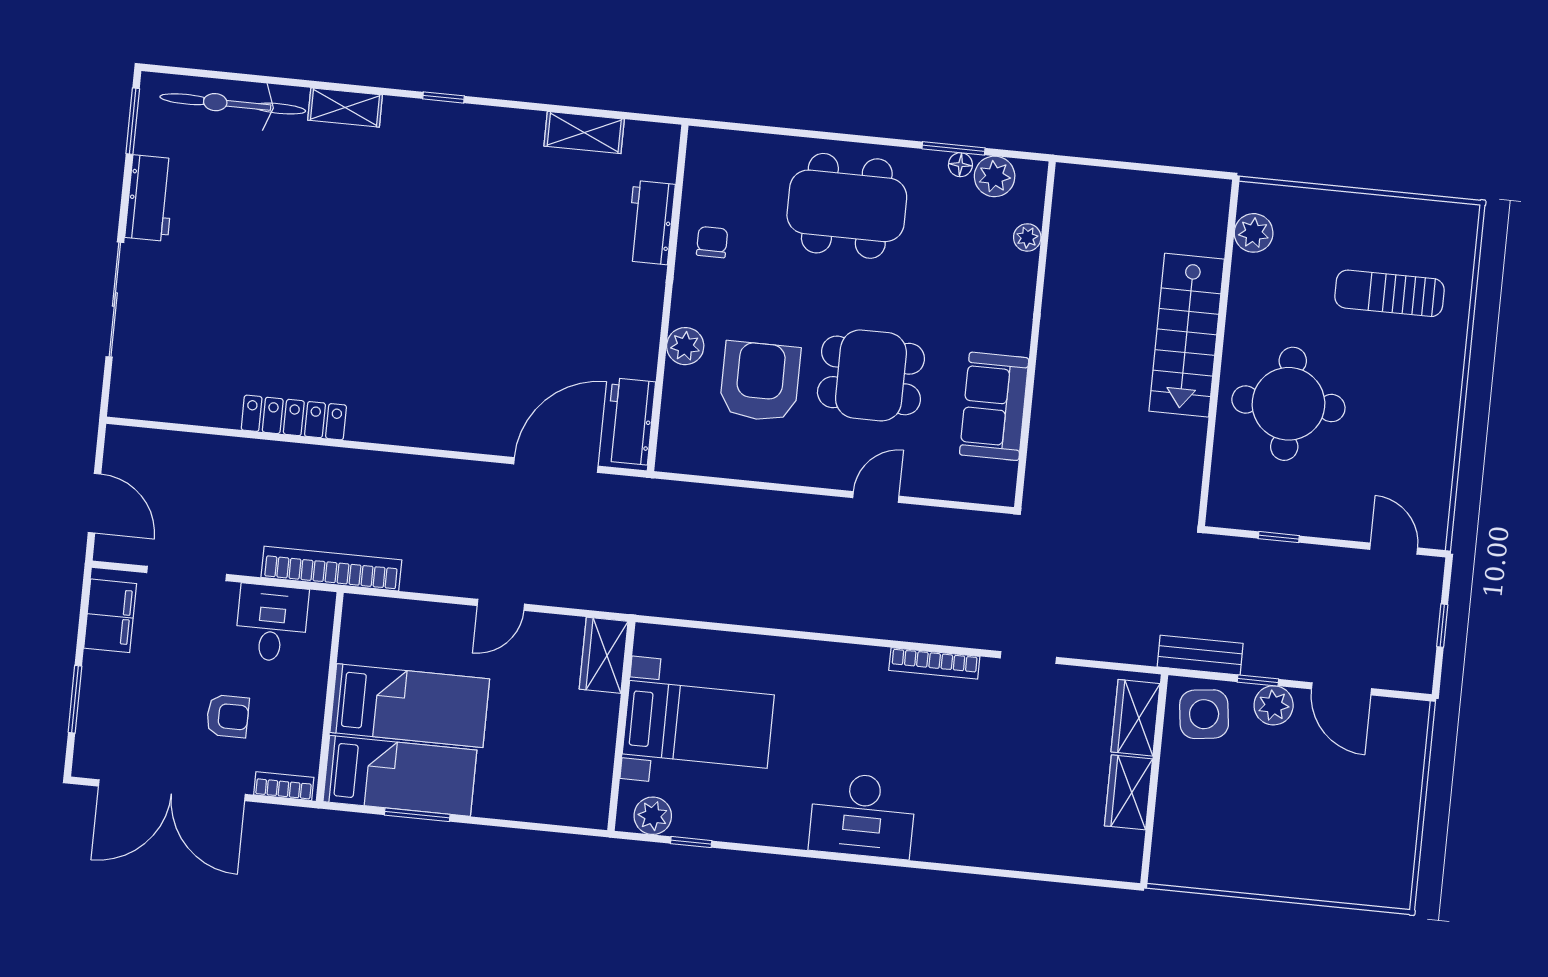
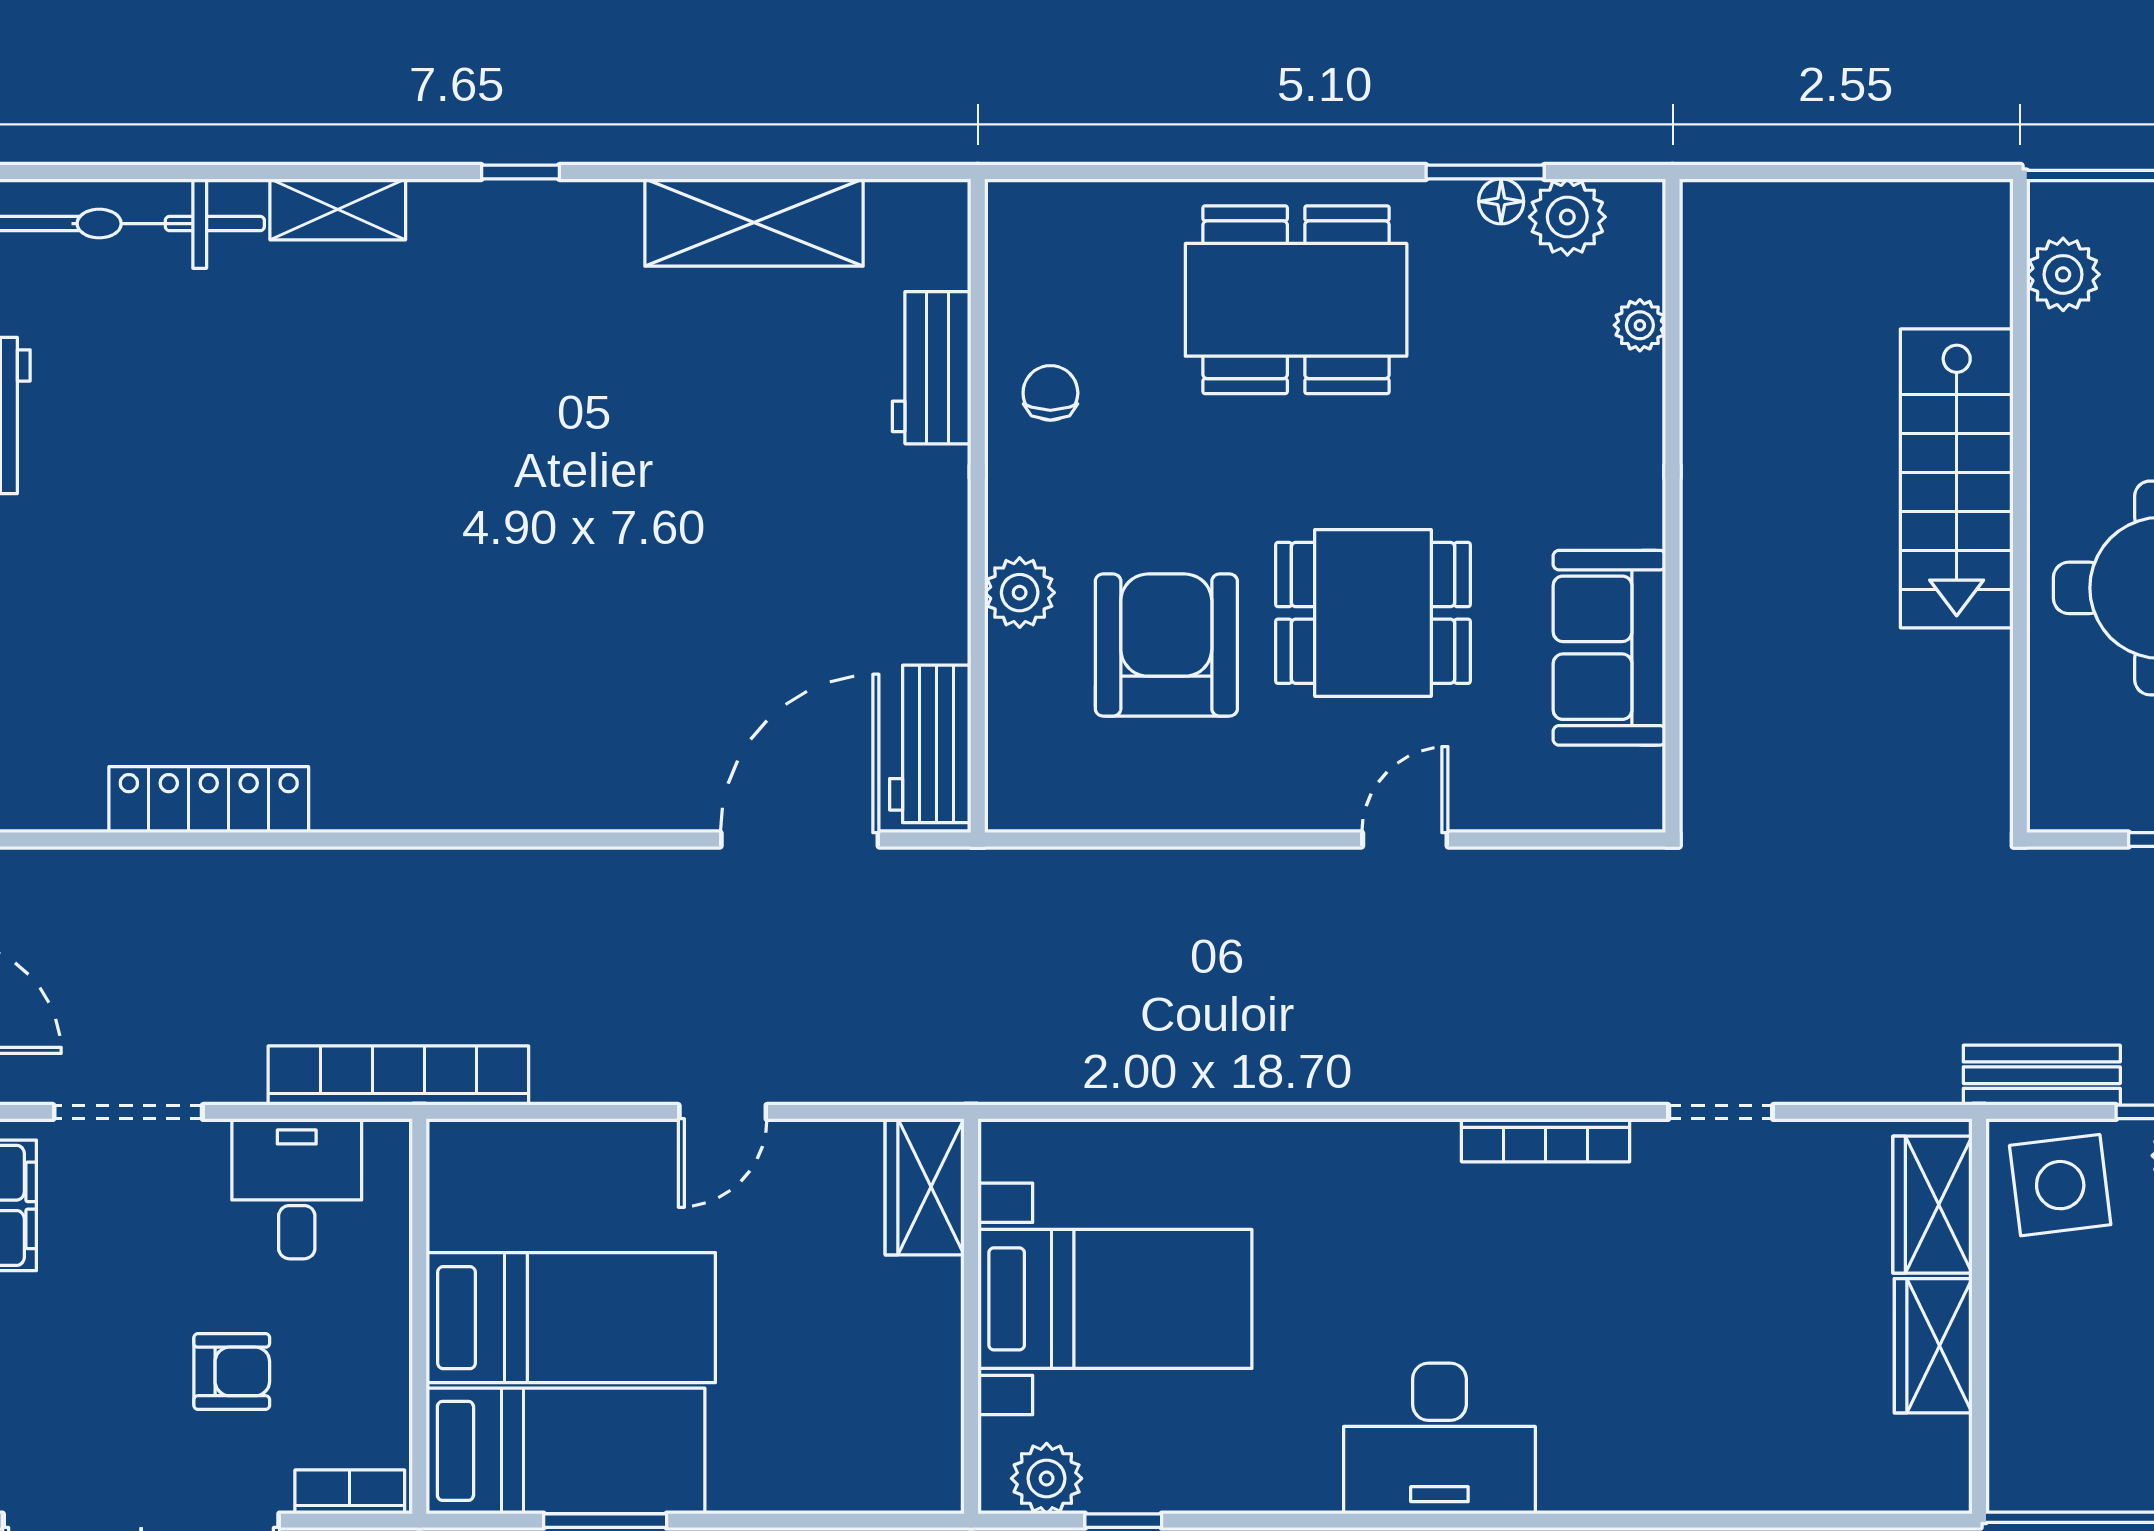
shelving: (584, 133) -> (754, 223), width x1.50, depth x1.33
locker: (294, 418) -> (209, 800), moved

